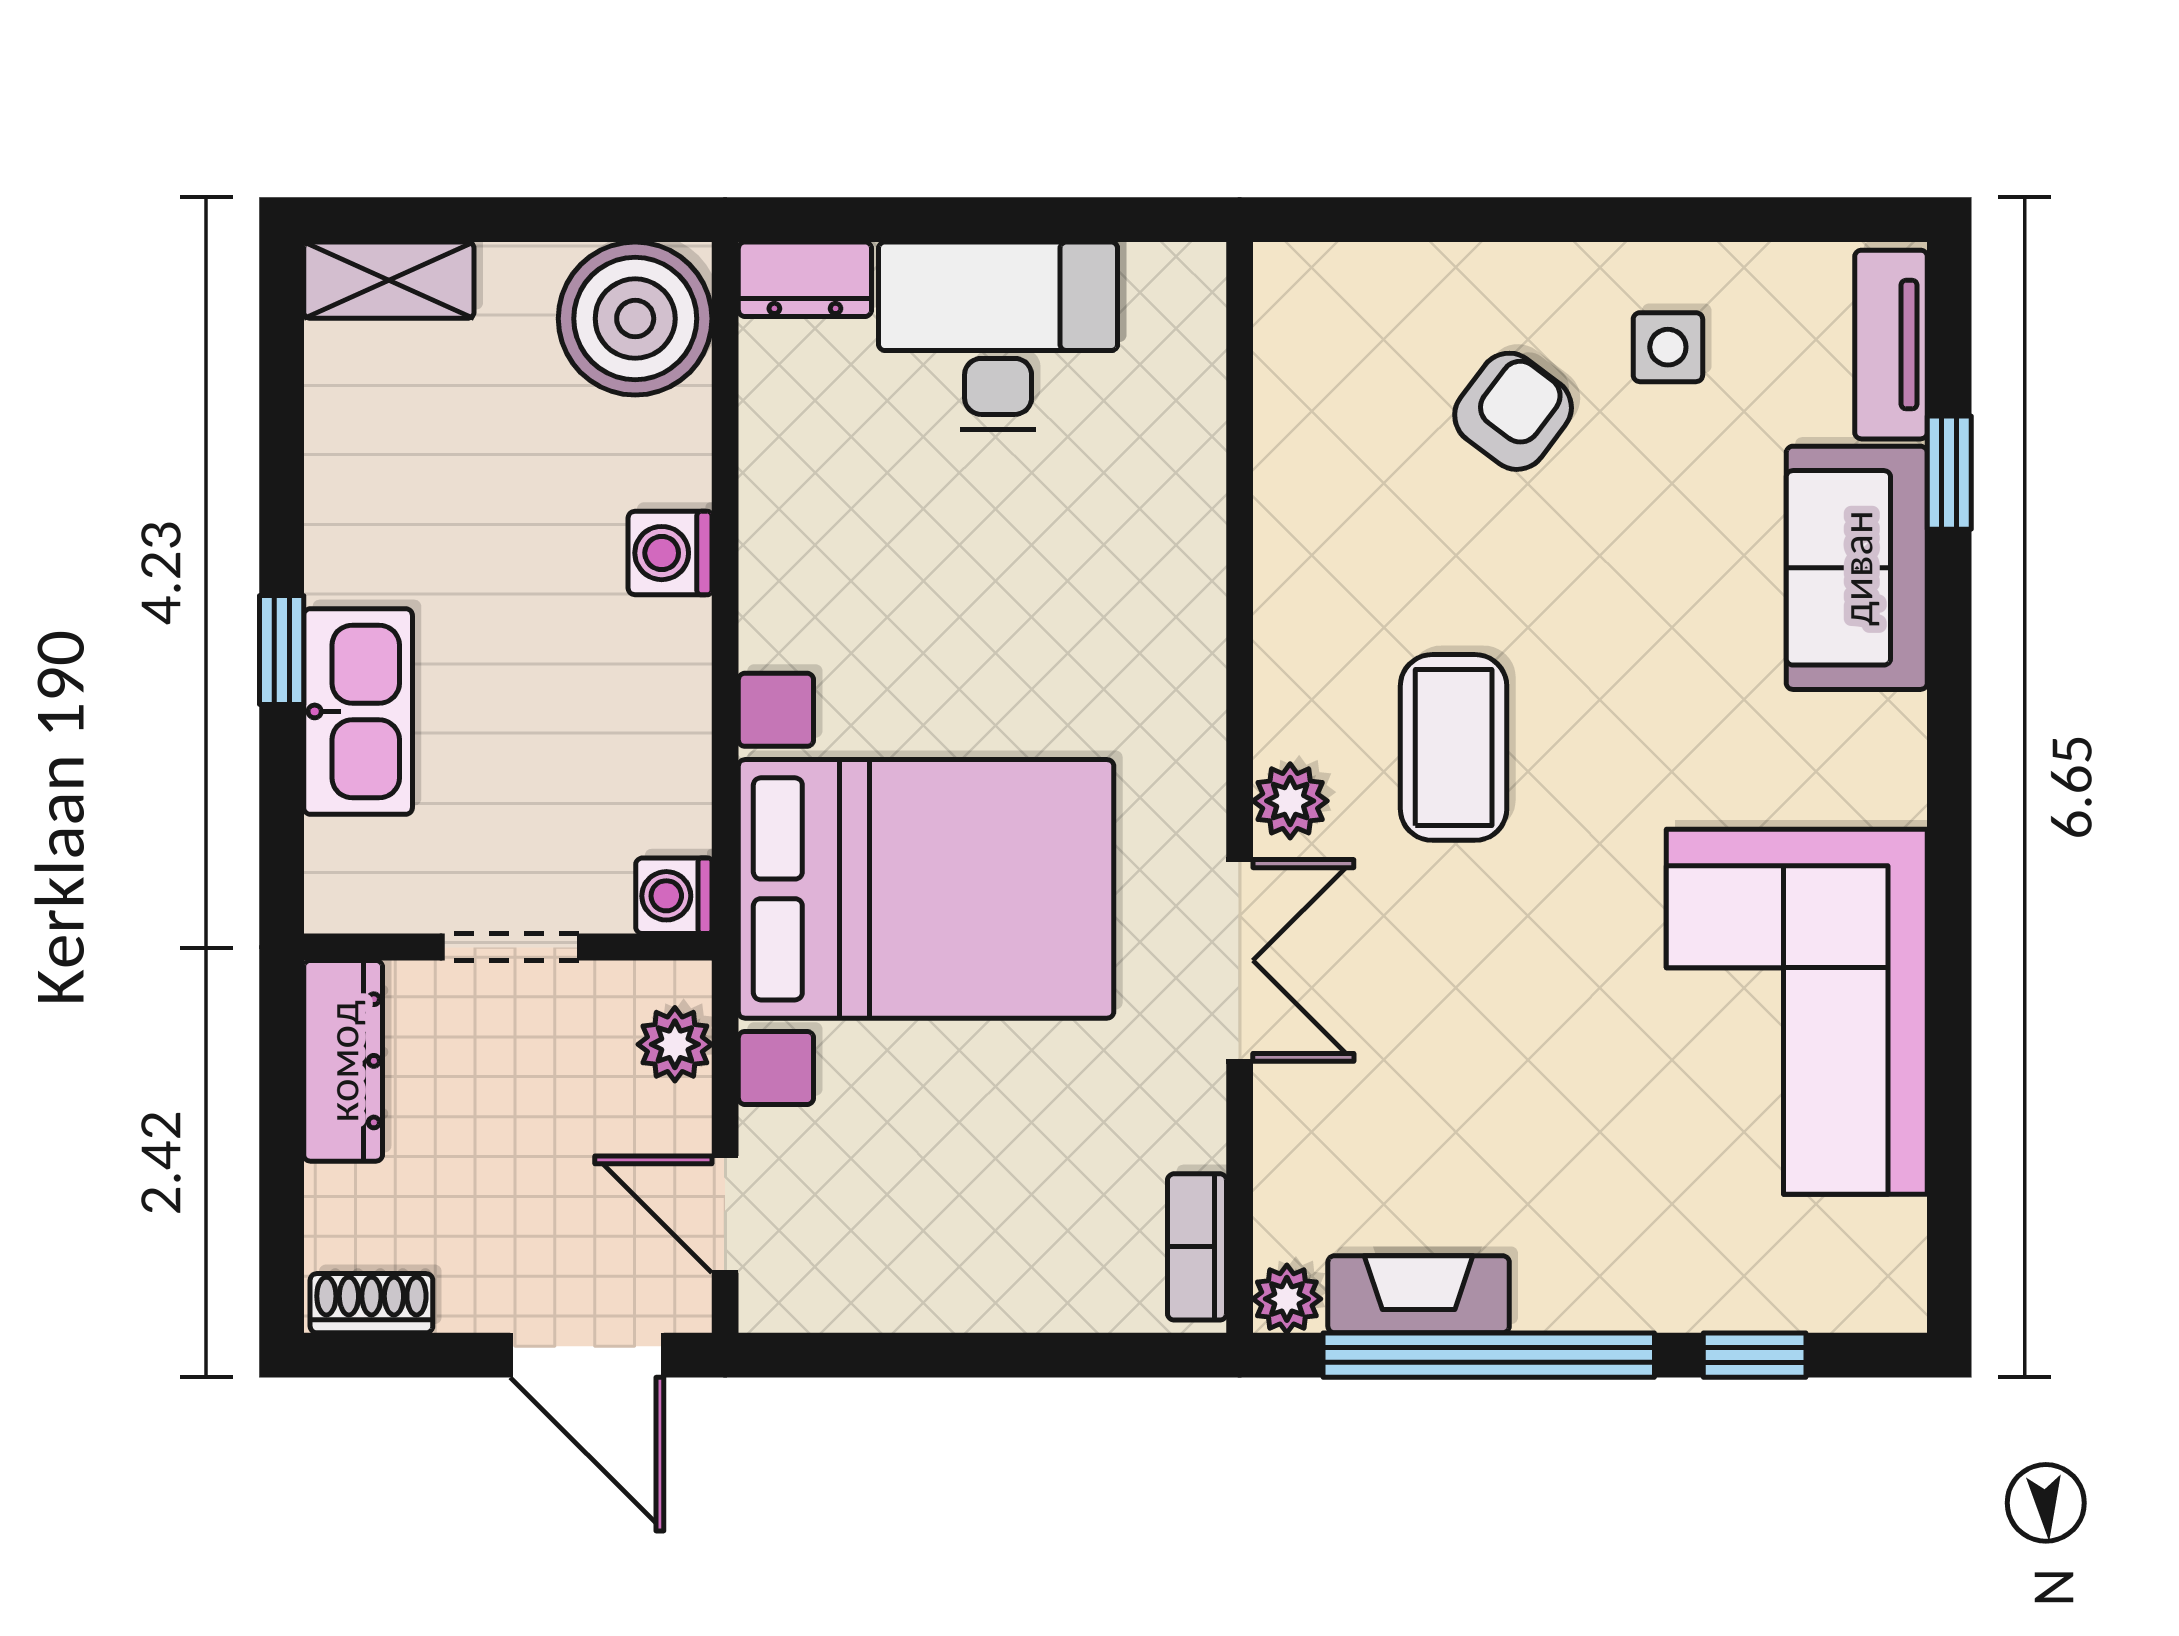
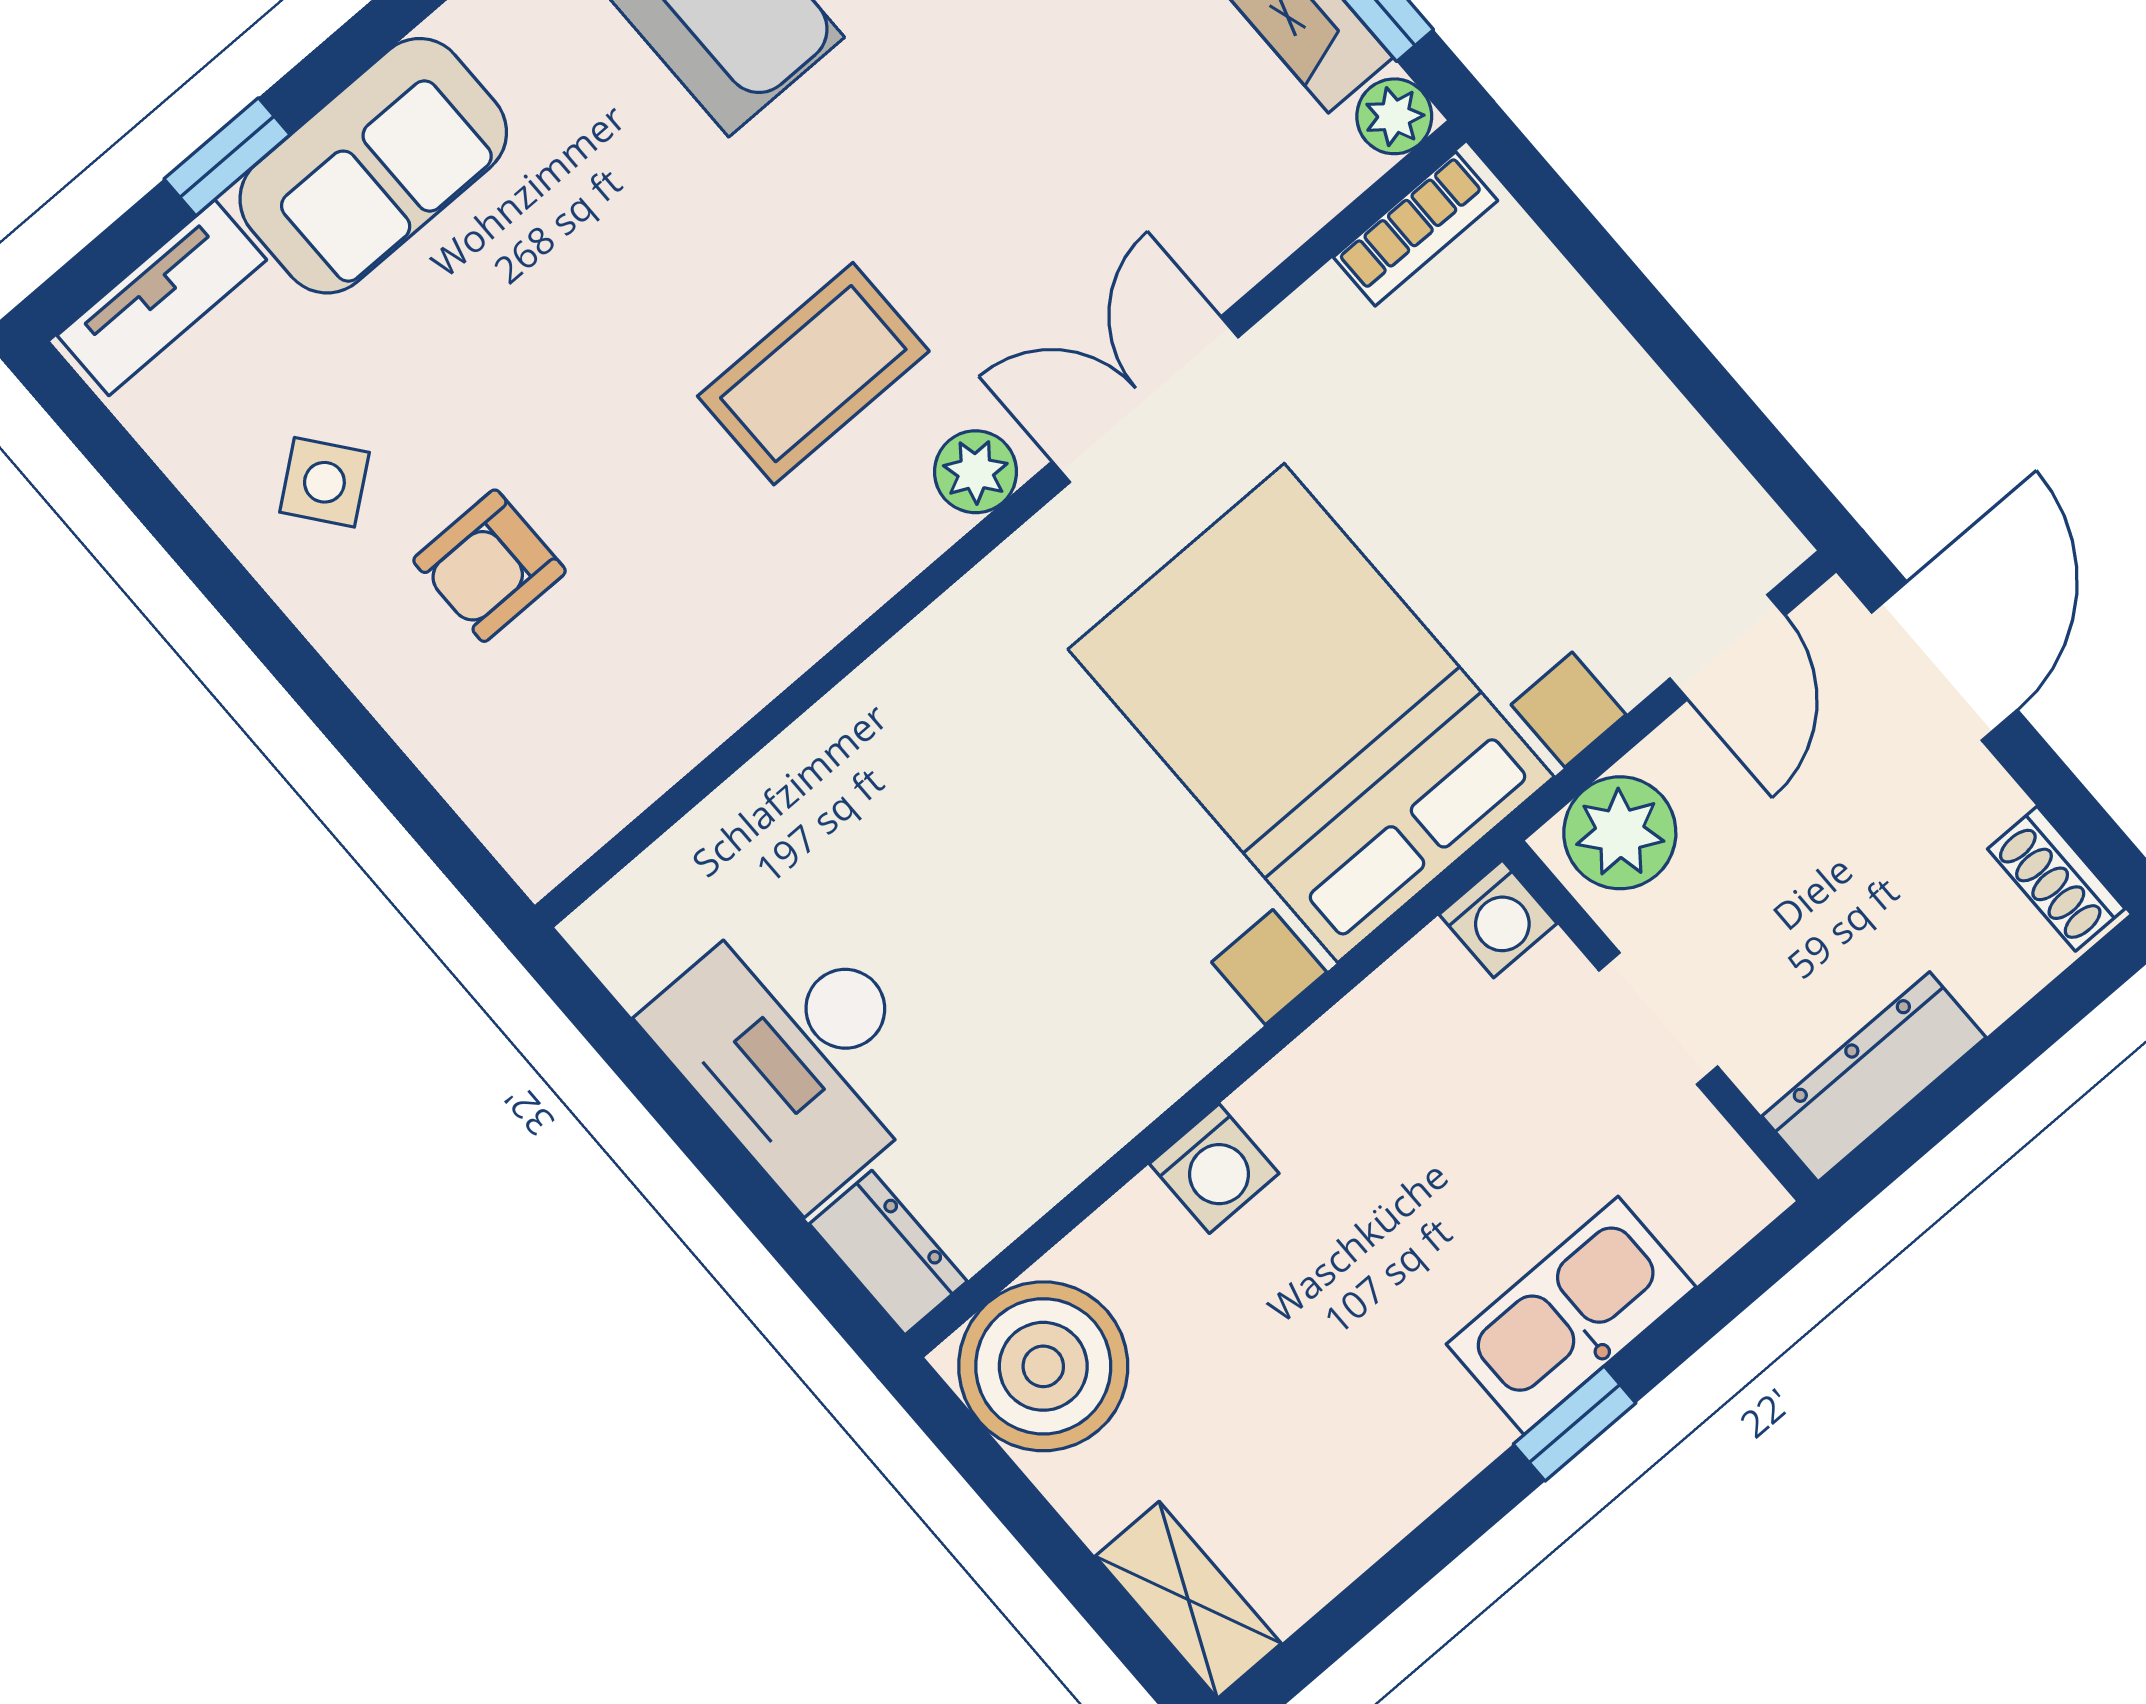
side table: (1668, 347) -> (324, 482), turned -38
armchair: (1513, 411) -> (489, 566), turned -37
plant: (675, 1044) -> (1620, 833), width x1.38, depth x1.38

